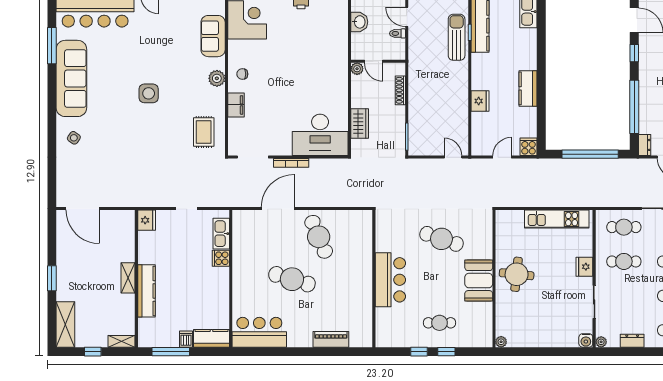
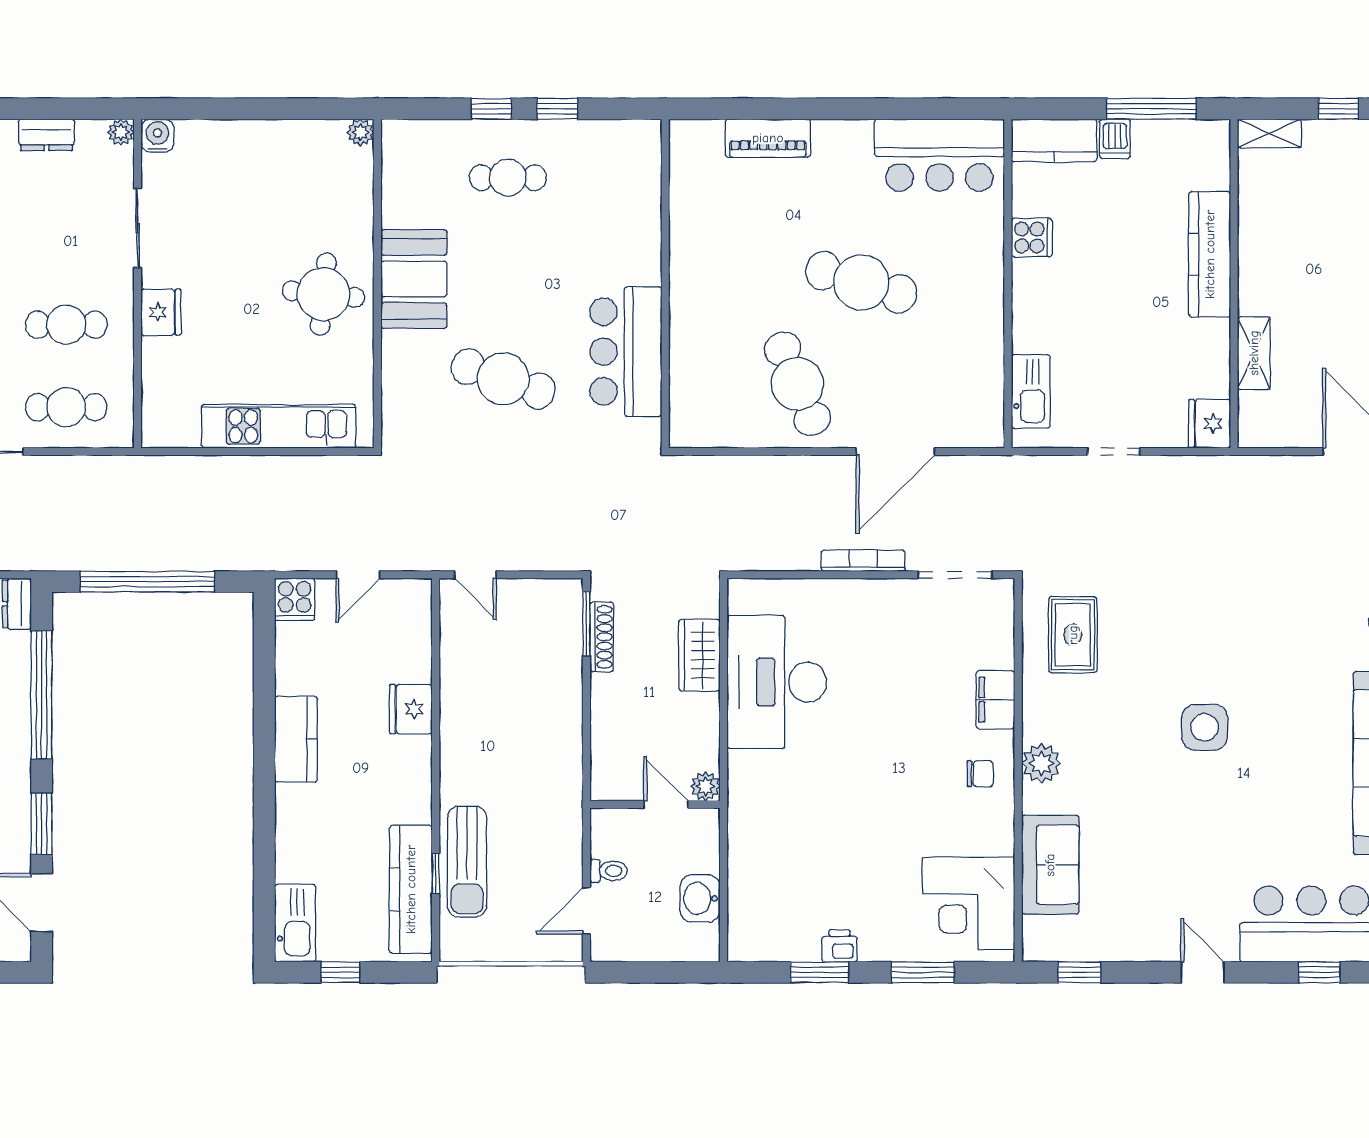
door: (407, 17) -> (586, 911), swing flipped
window: (634, 53) -> (42, 824), width x1.50
shoe rack: (400, 90) -> (602, 637), moved
desk: (320, 135) -> (777, 682), moved, turned -90
kitchen unit: (557, 219) -> (279, 426), moved
cooker: (221, 258) -> (1032, 238), moved
shelving: (128, 278) -> (1254, 353), moved
bar counter: (390, 280) -> (626, 352), moved

